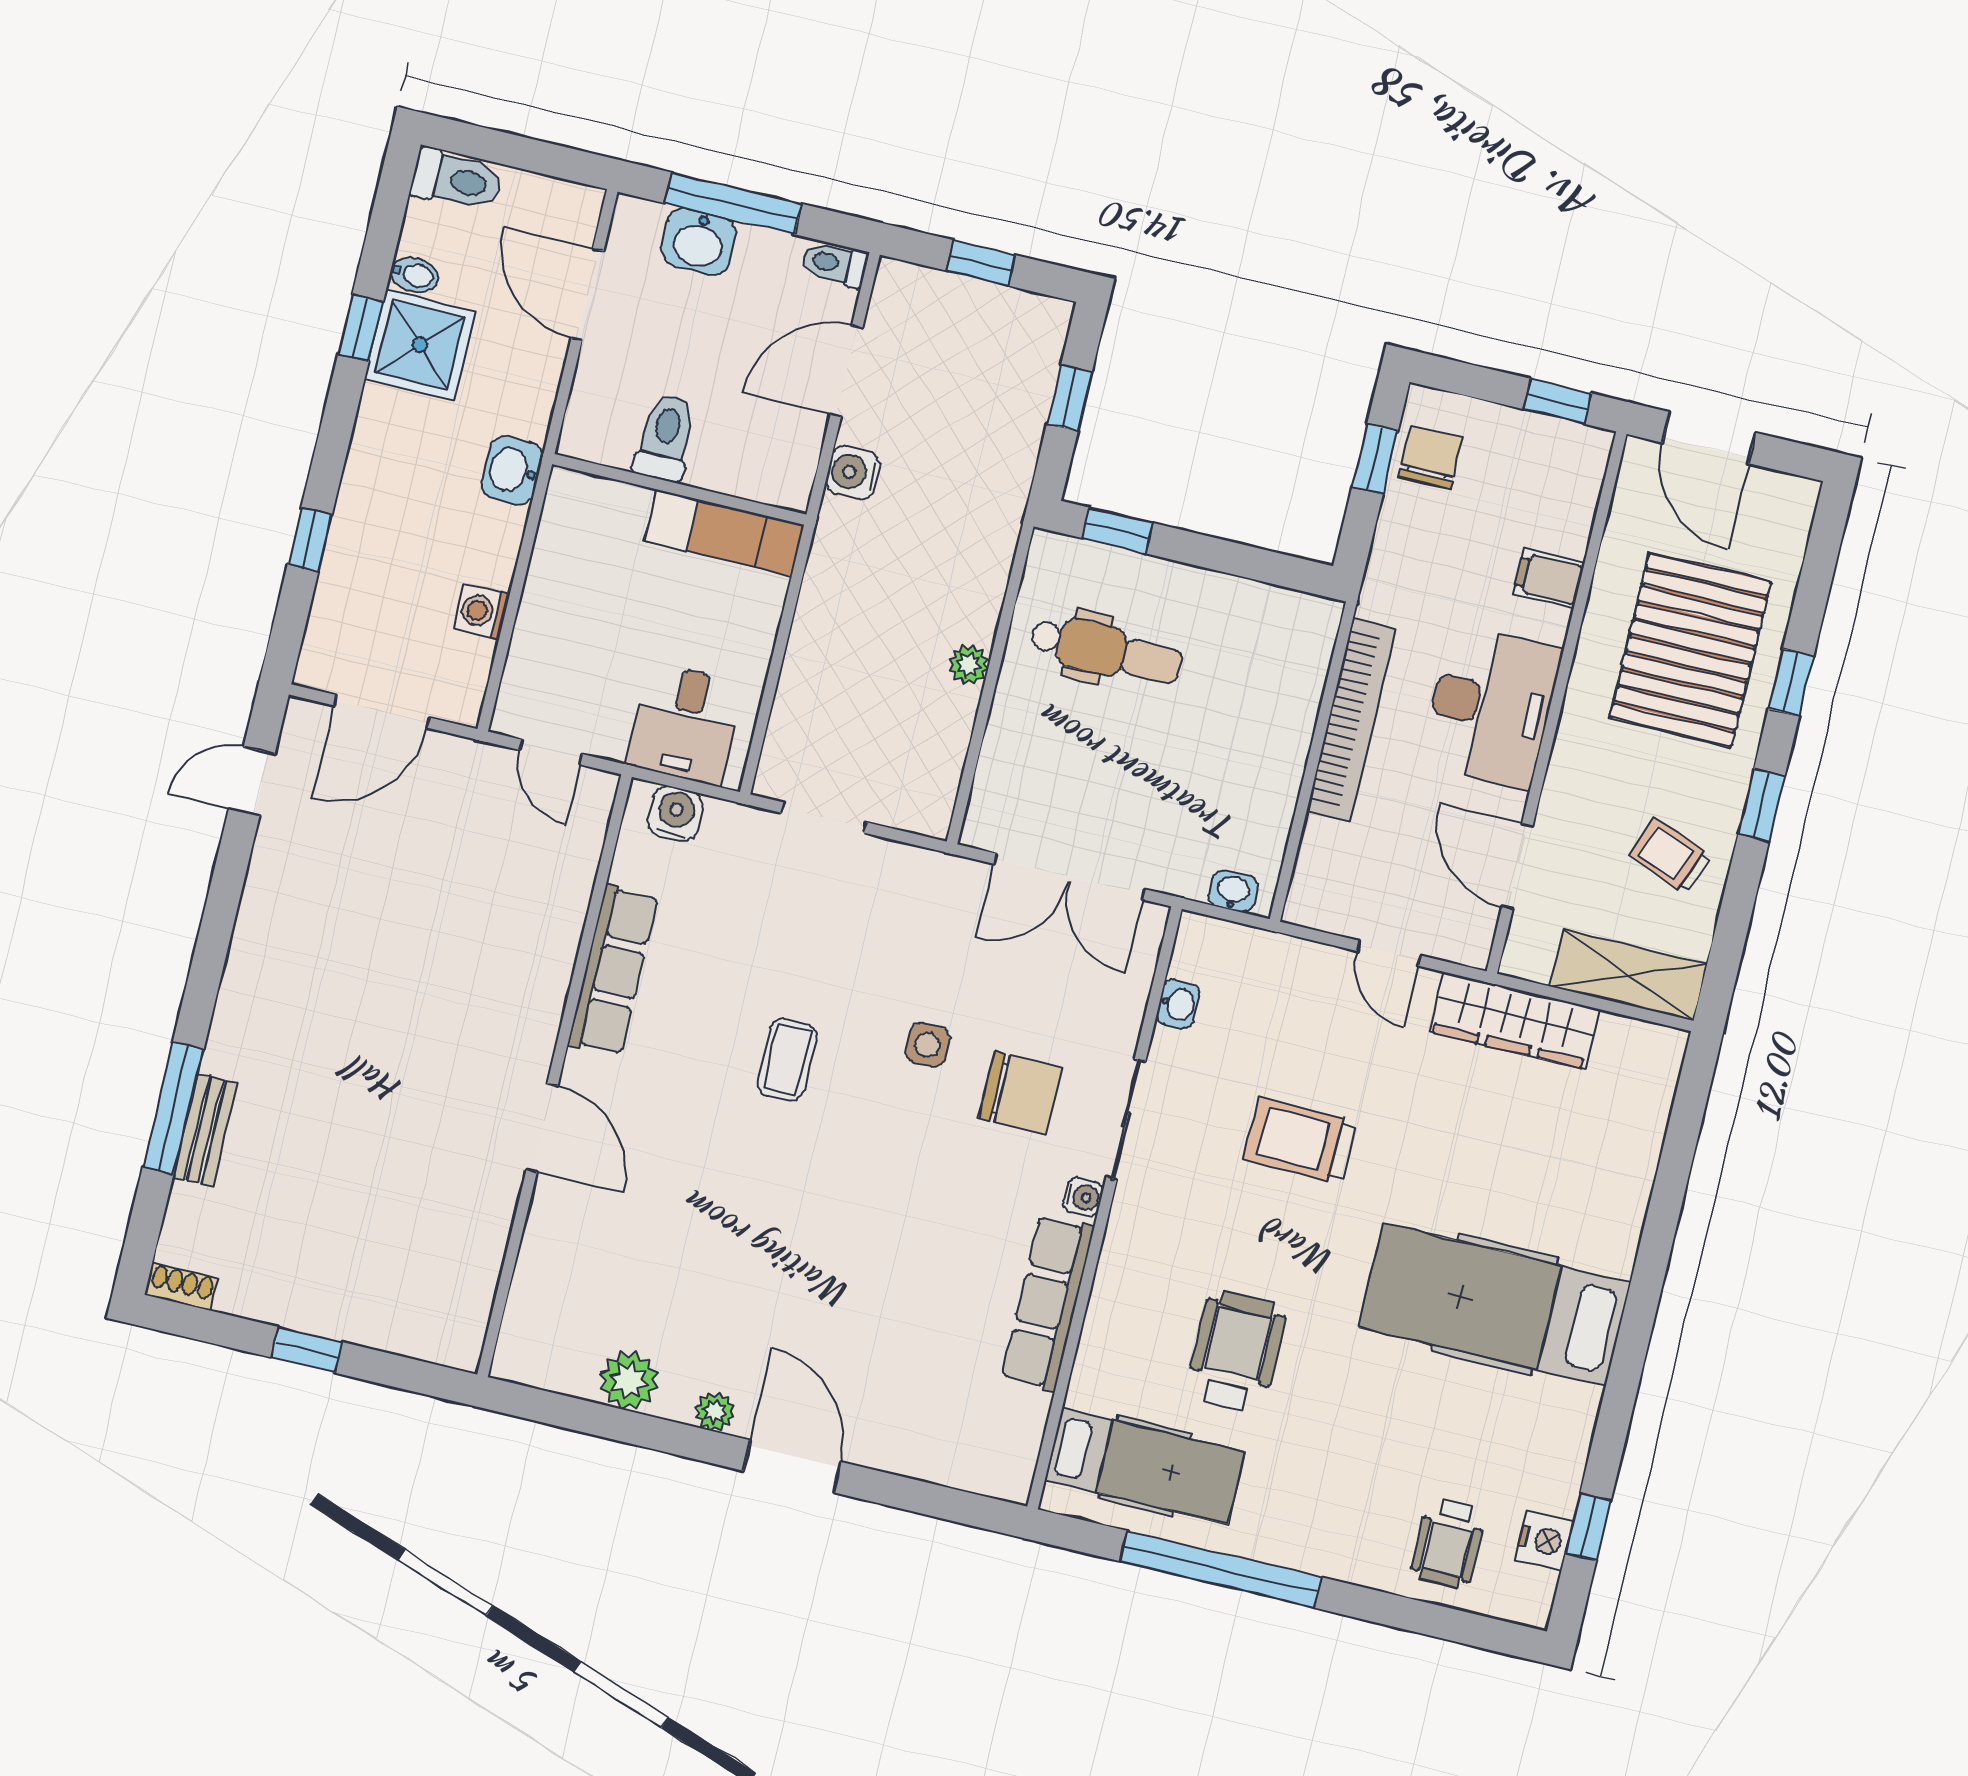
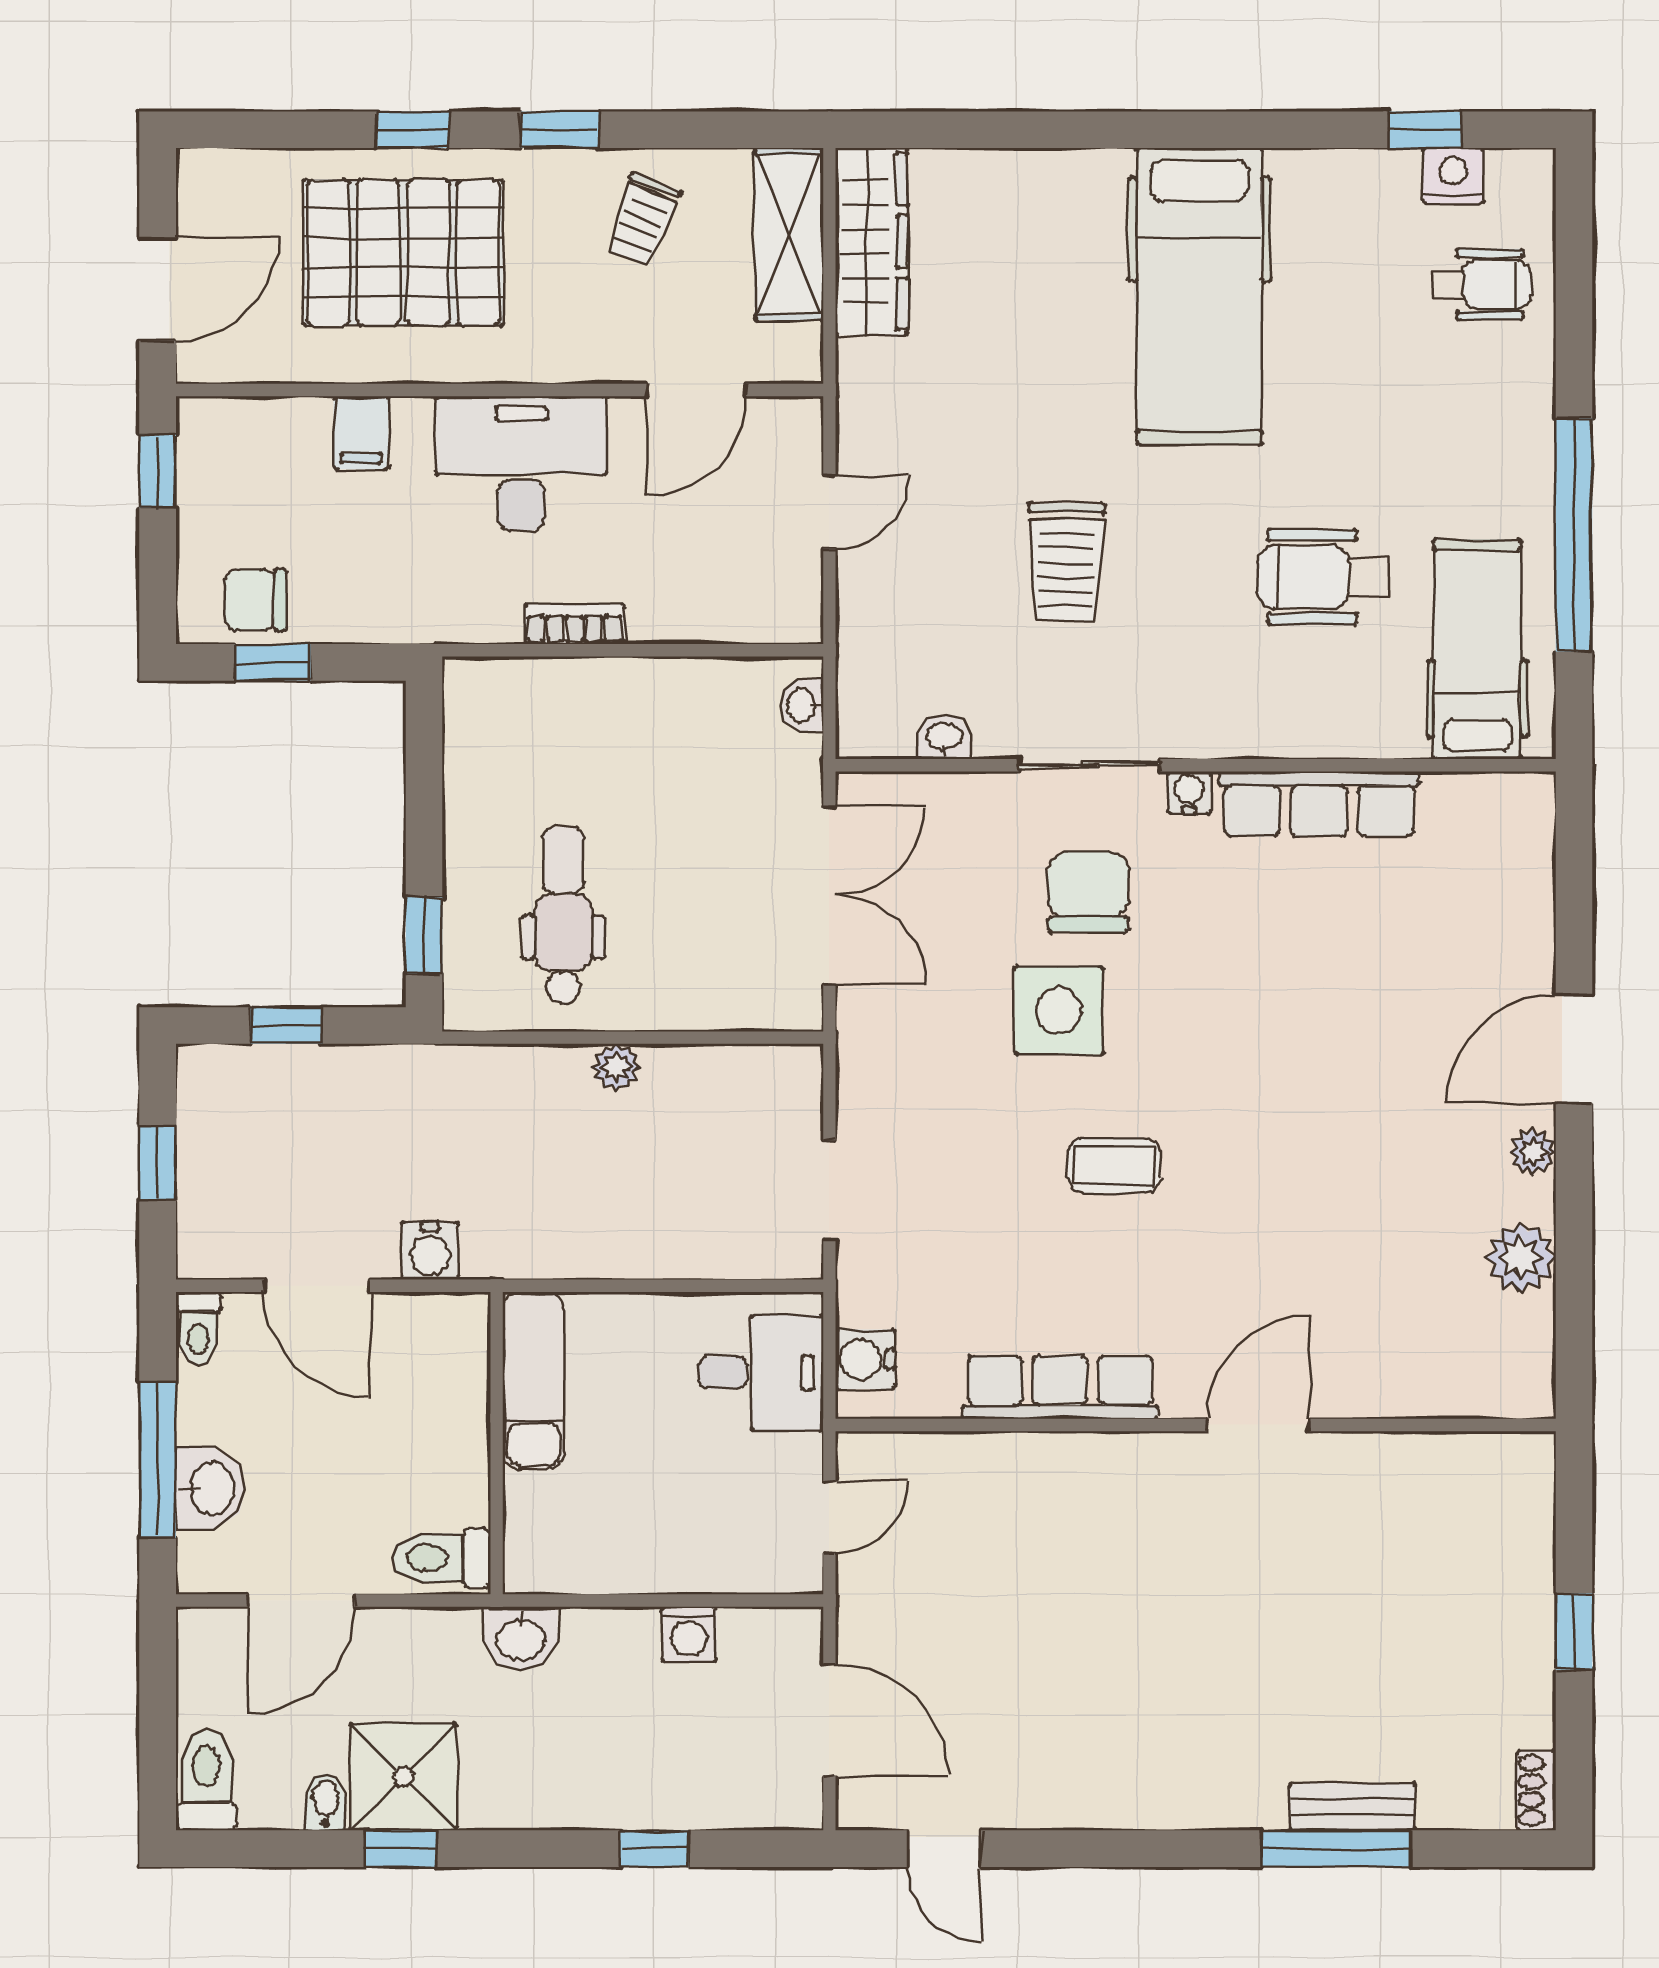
toilet: (665, 437) -> (441, 1558), moved
bookcase: (1352, 720) -> (575, 624), width x0.43, depth x0.76
wardrobe: (1514, 1021) -> (872, 242), moved
side table: (928, 1045) -> (1059, 1010), width x1.87, depth x1.87

